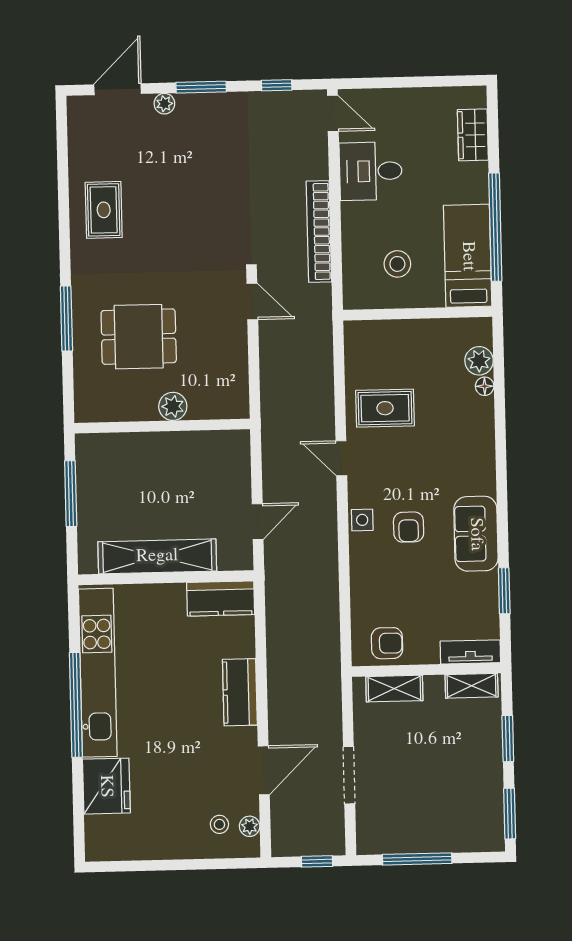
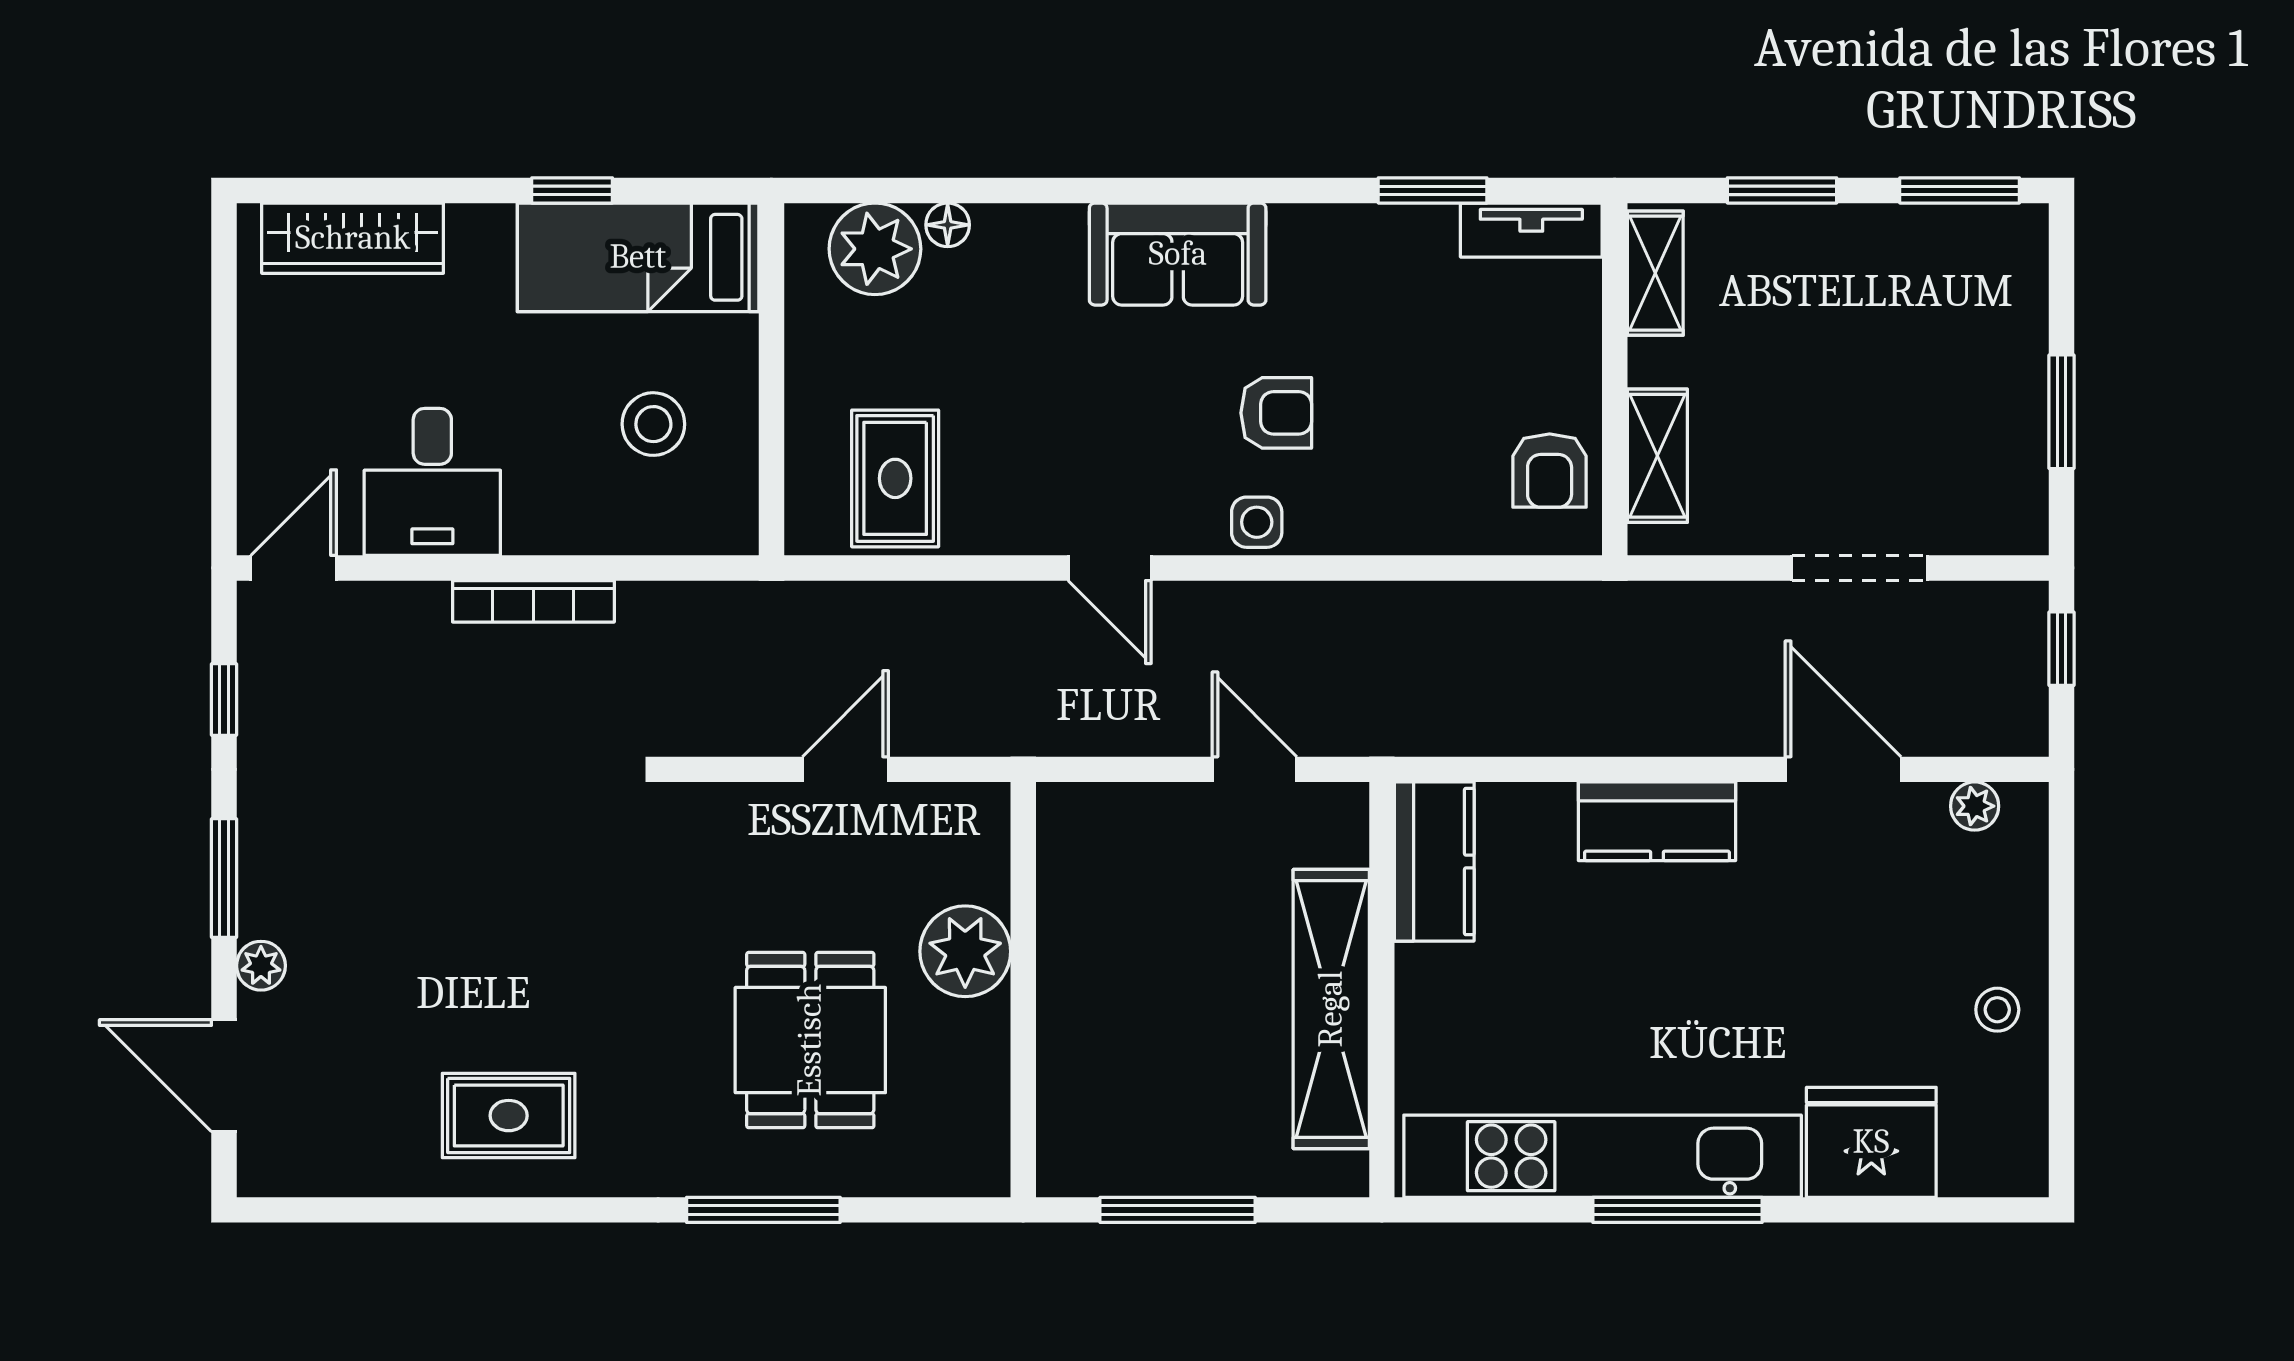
wardrobe: (473, 135) -> (353, 238), width x1.50
window: (495, 227) -> (572, 190), width x0.32
bookcase: (319, 232) -> (533, 601), width x0.68, depth x0.76
door: (252, 302) -> (845, 769), moved
plant: (479, 361) -> (875, 249), width x1.36, depth x1.36
plant: (173, 406) -> (965, 951), width x1.36, depth x1.36
rug: (385, 408) -> (895, 478), moved
door: (341, 458) -> (1110, 568), hinge flipped
sofa: (476, 534) -> (1178, 254), moved
armchair: (387, 643) -> (1550, 471), turned 180
tv unit: (470, 652) -> (1531, 230), moved, turned -90
window: (76, 705) -> (1677, 1210), width x0.68
stool: (219, 824) -> (1997, 1010), moved
window: (417, 859) -> (2062, 412), width x0.69

